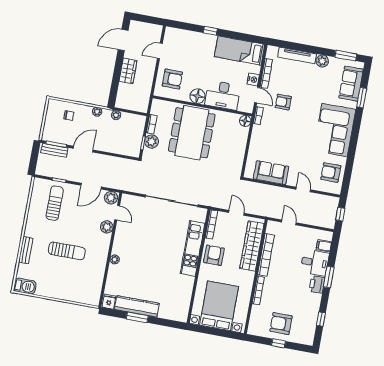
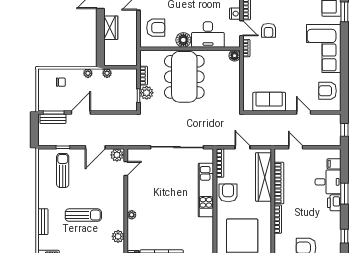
armchair: (283, 102) -> (268, 30), turned -90
door: (117, 213) -> (126, 169), hinge flipped
plant: (107, 227) -> (118, 236), moved

